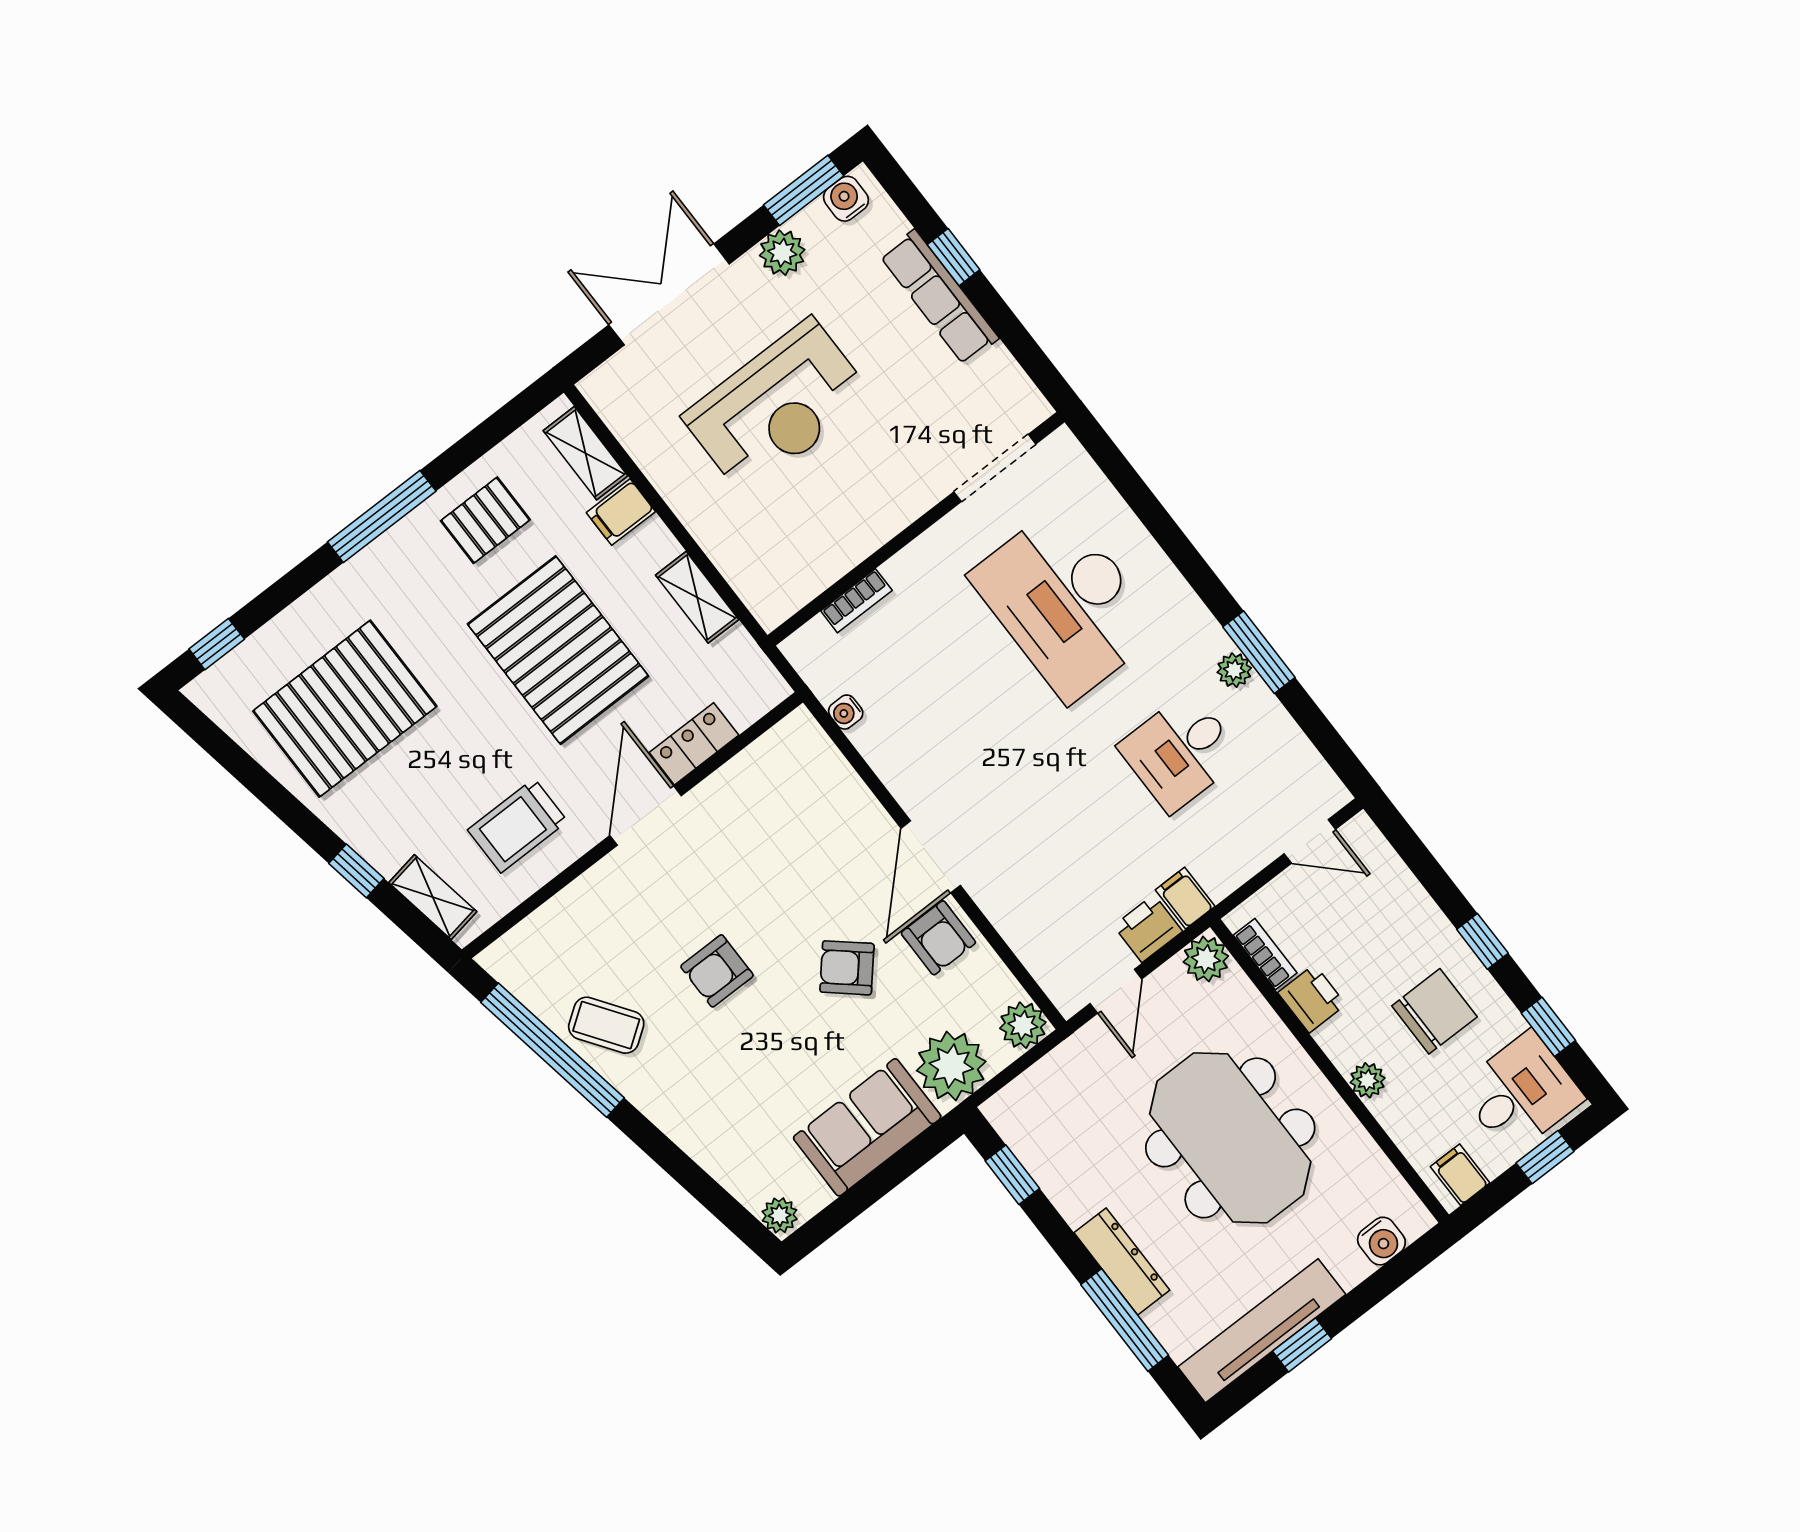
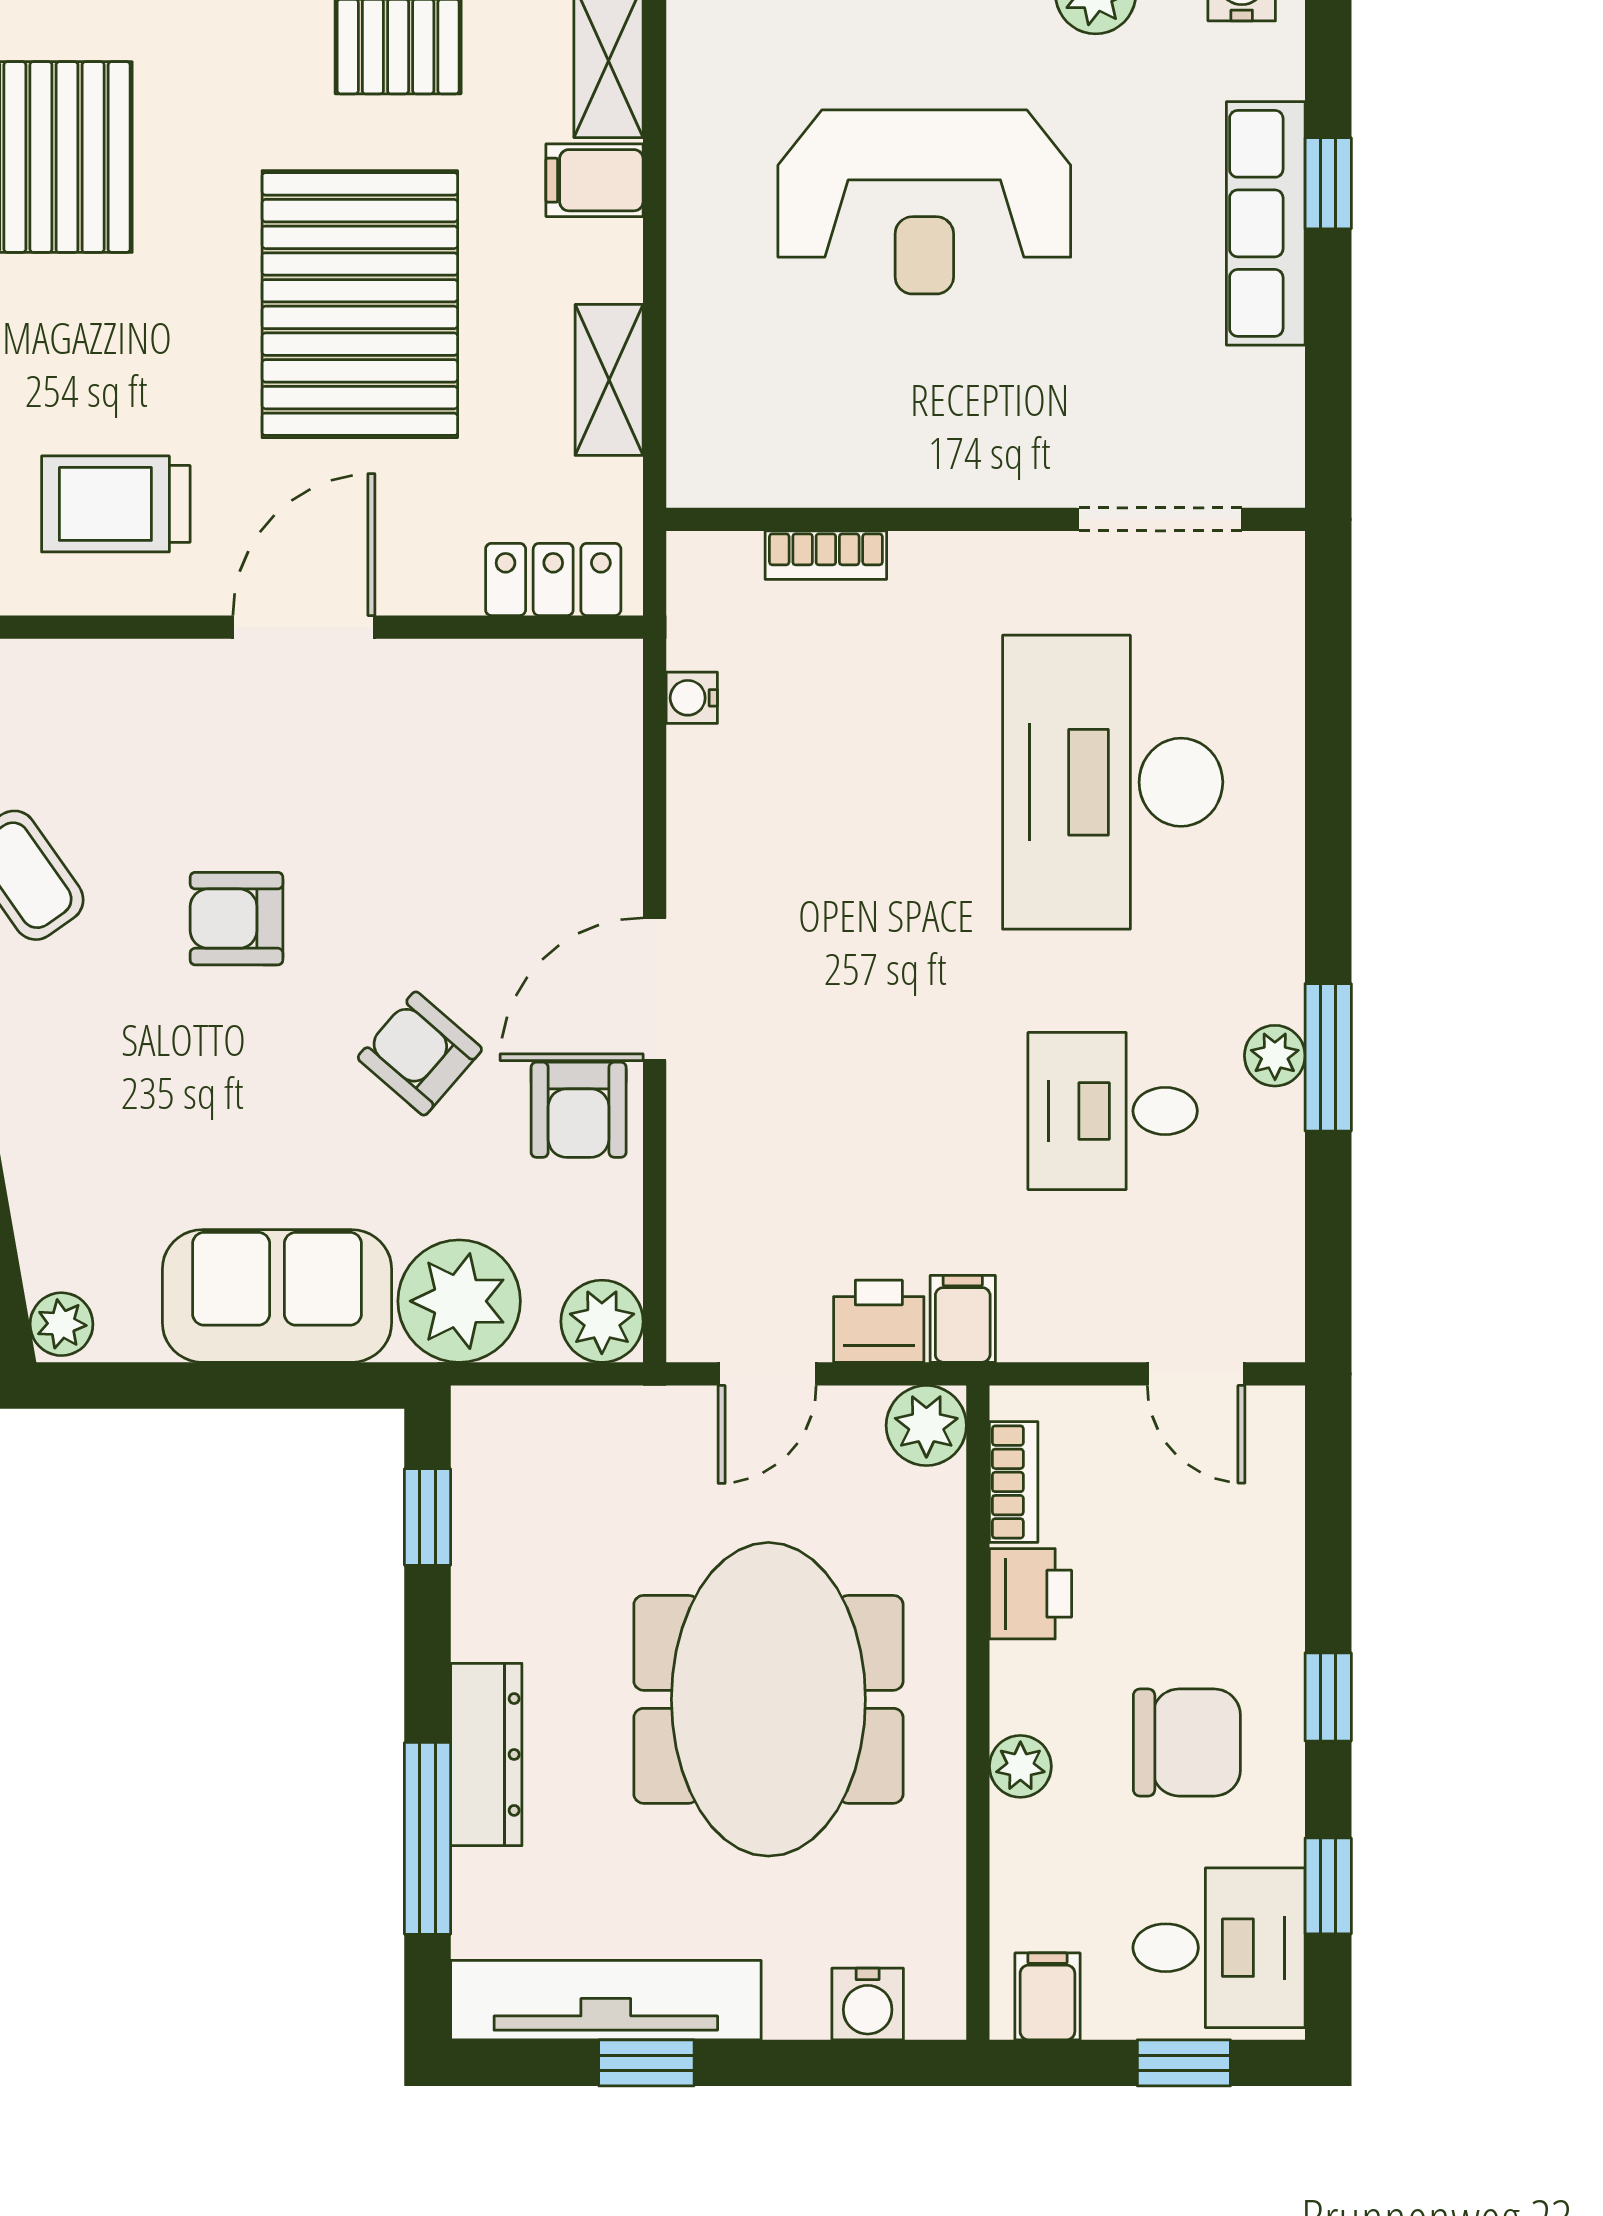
locker: (694, 744) -> (553, 579), moved

